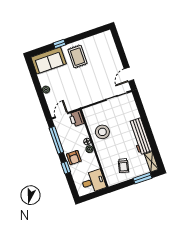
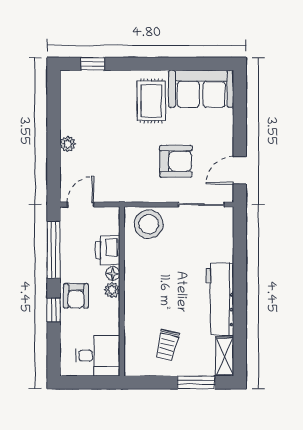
window: (59, 44) -> (93, 64), moved
sofa: (49, 60) -> (201, 89), moved
armchair: (98, 80) -> (176, 161), added
printer: (77, 119) -> (108, 250), moved
stool: (102, 132) -> (149, 224), moved

